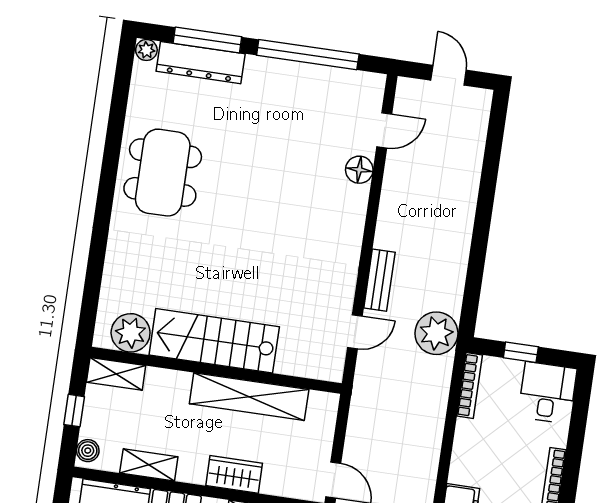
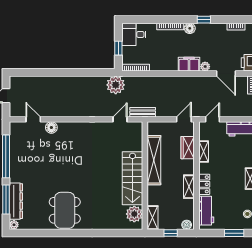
dining table: (163, 173) -> (65, 210), turned 90
bench: (379, 280) -> (143, 112), moved
door: (355, 332) -> (120, 119), hinge flipped
shelving: (149, 465) -> (189, 187), moved
wardrobe: (234, 474) -> (188, 148), moved

